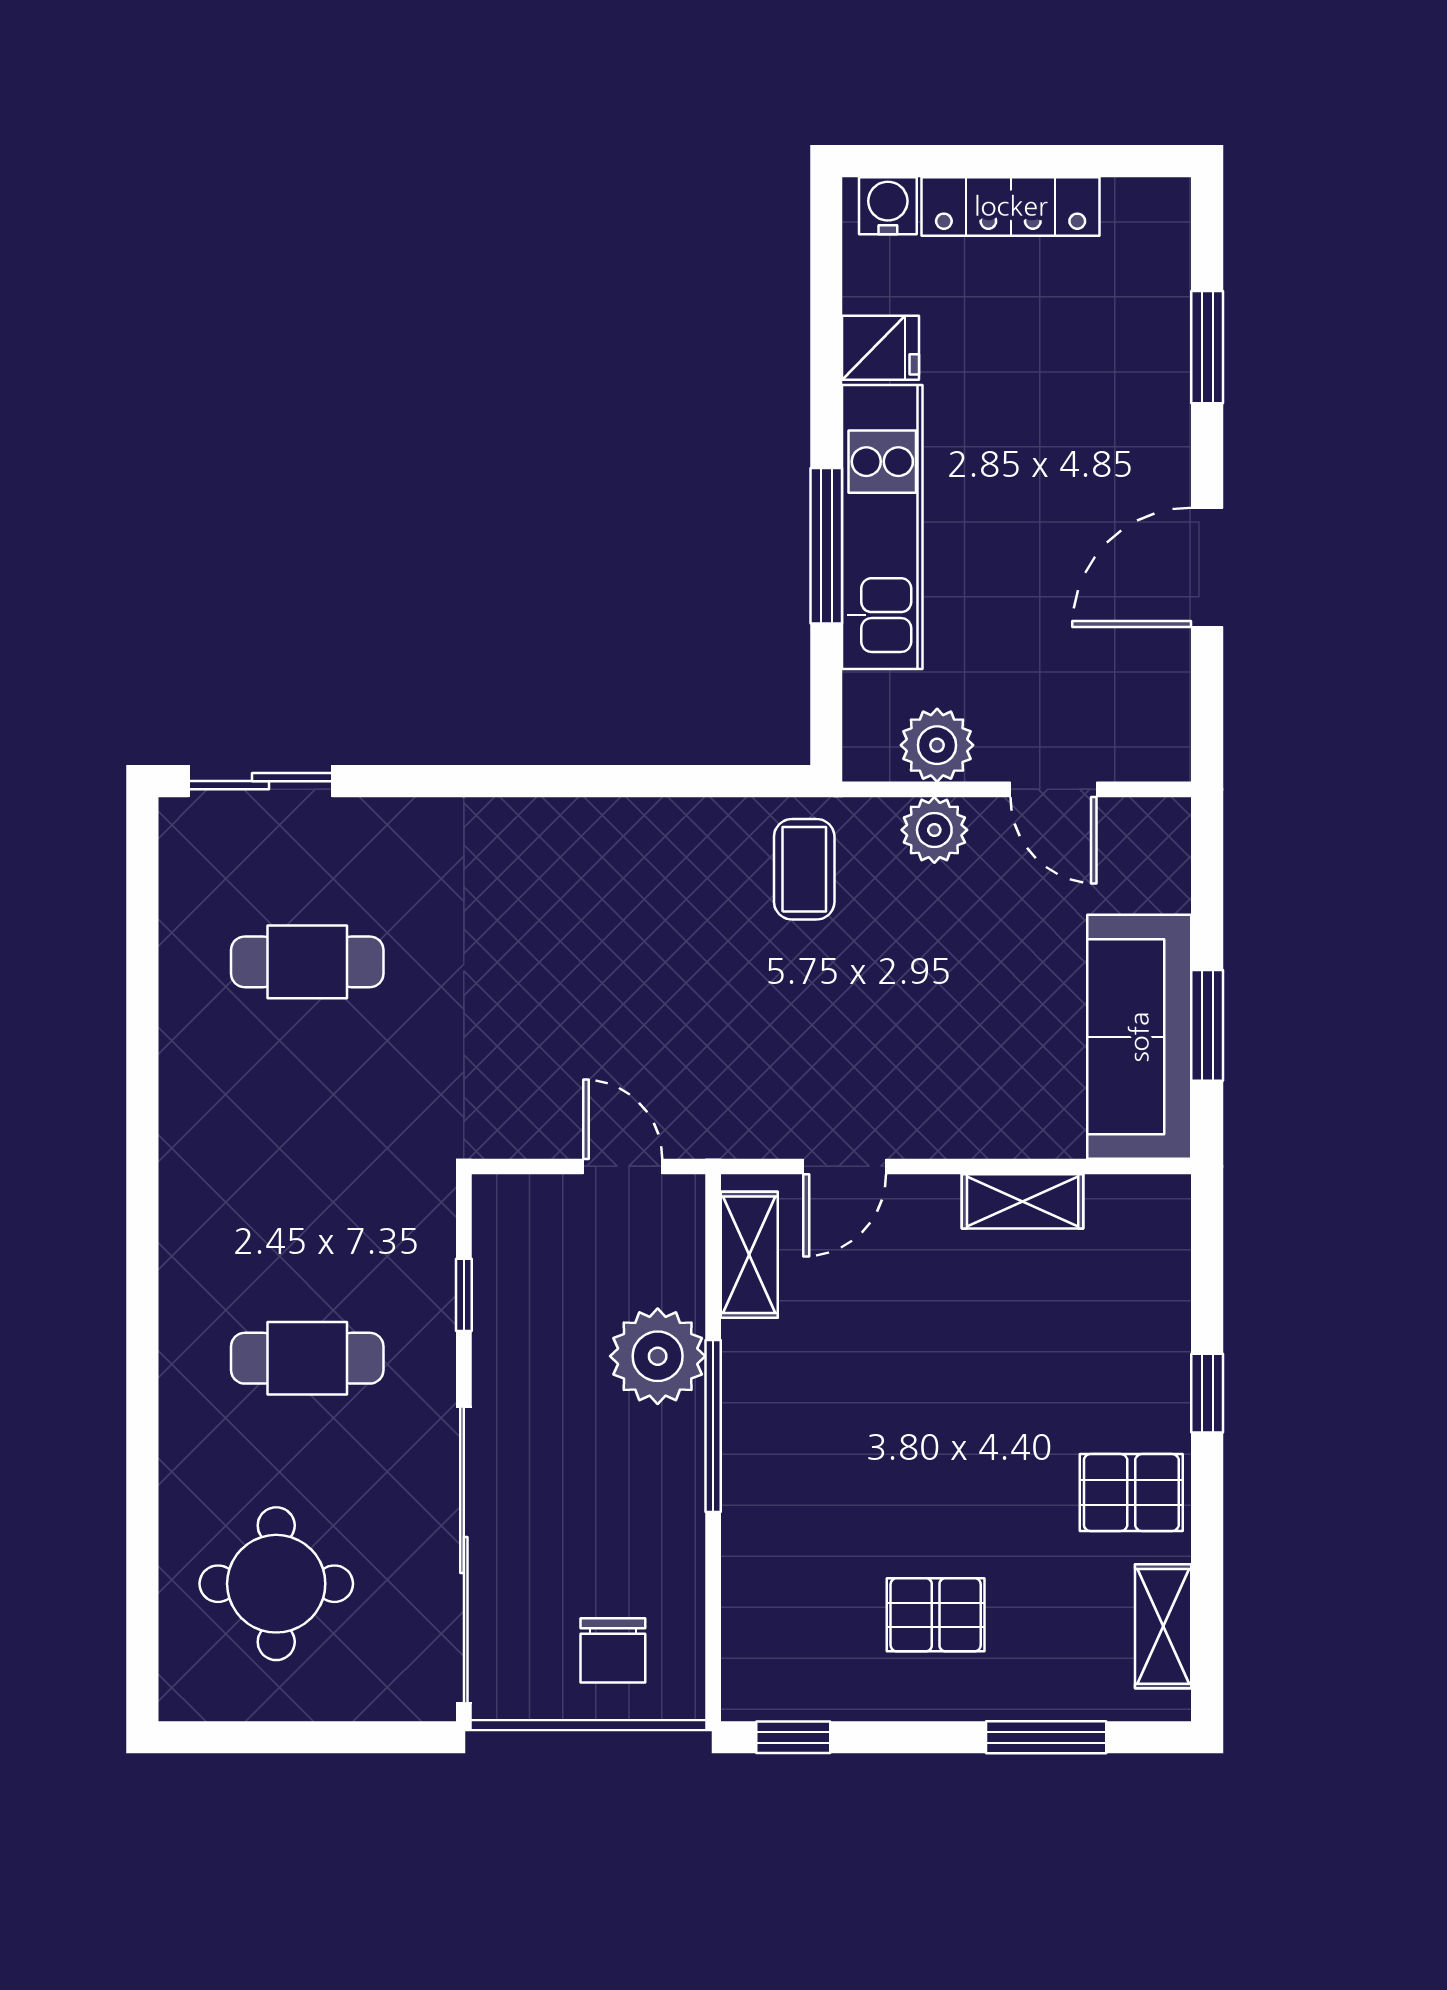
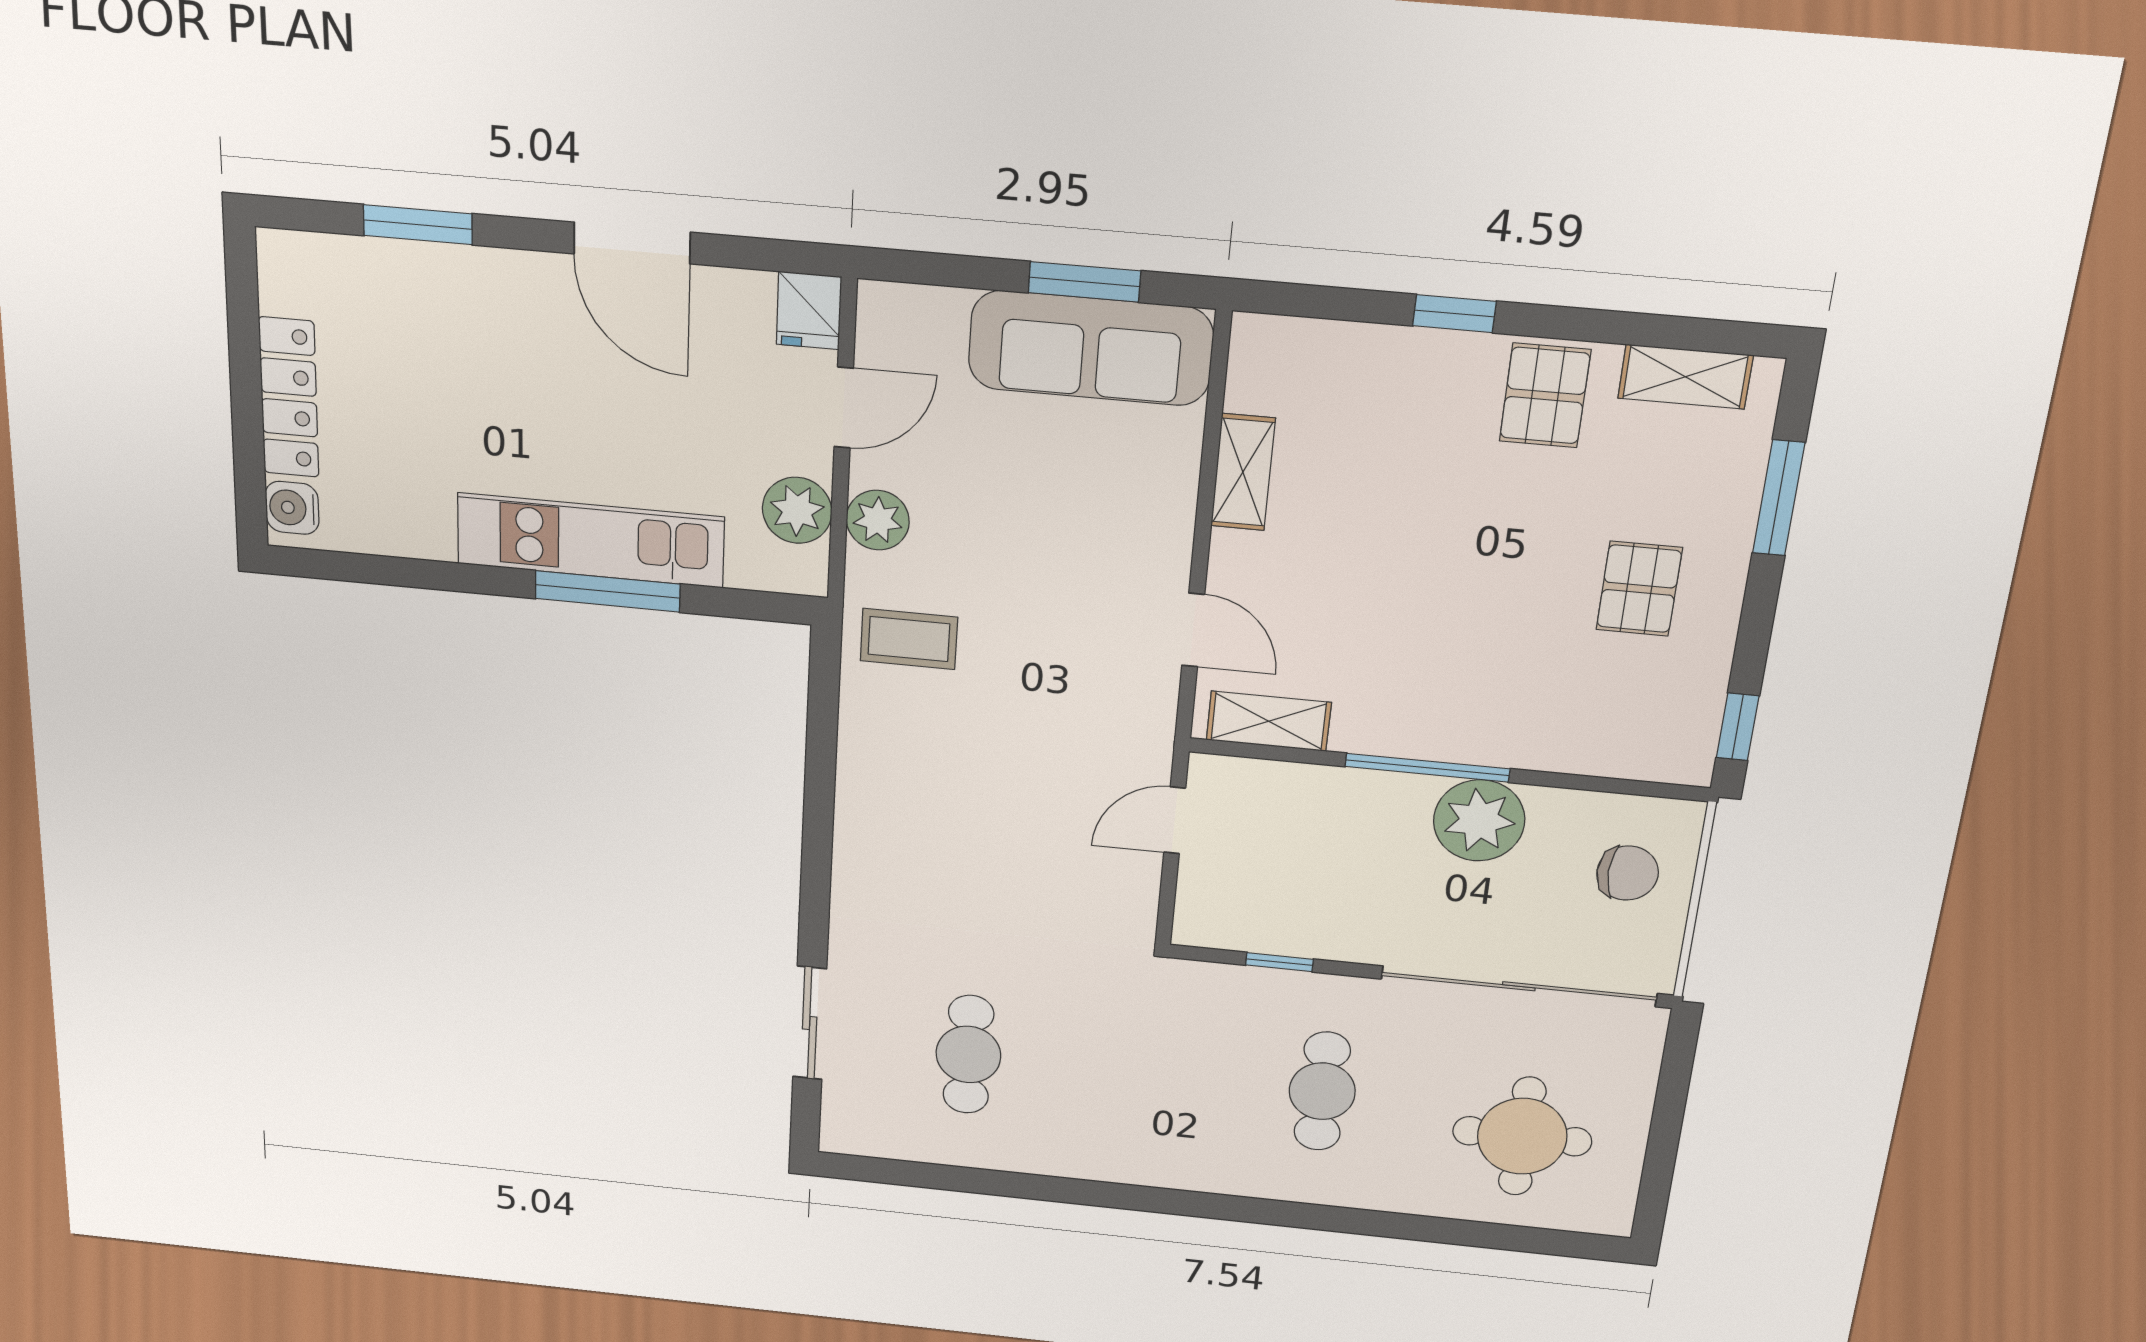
fridge: (881, 348) -> (809, 310), moved, turned 180
sliding door: (261, 781) -> (810, 1023), moved
plant: (658, 1356) -> (1479, 820), moved

